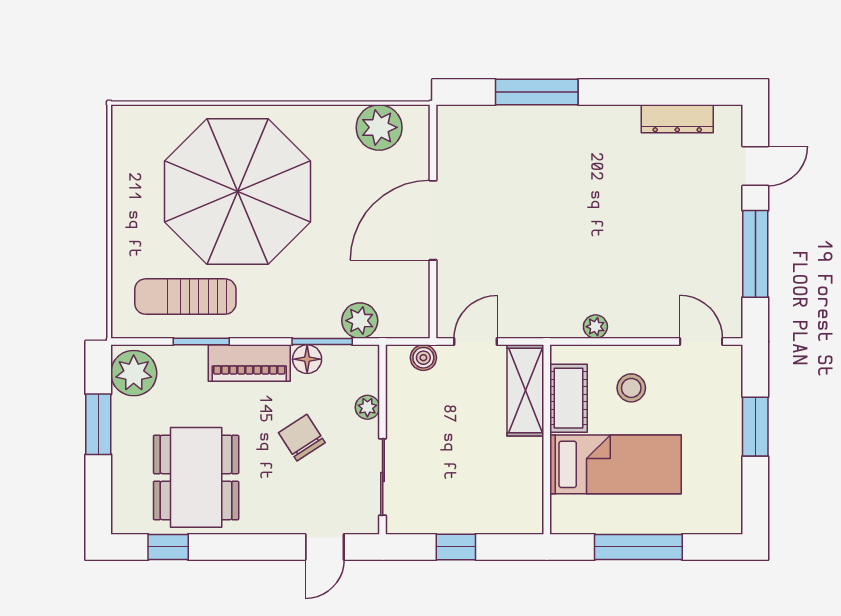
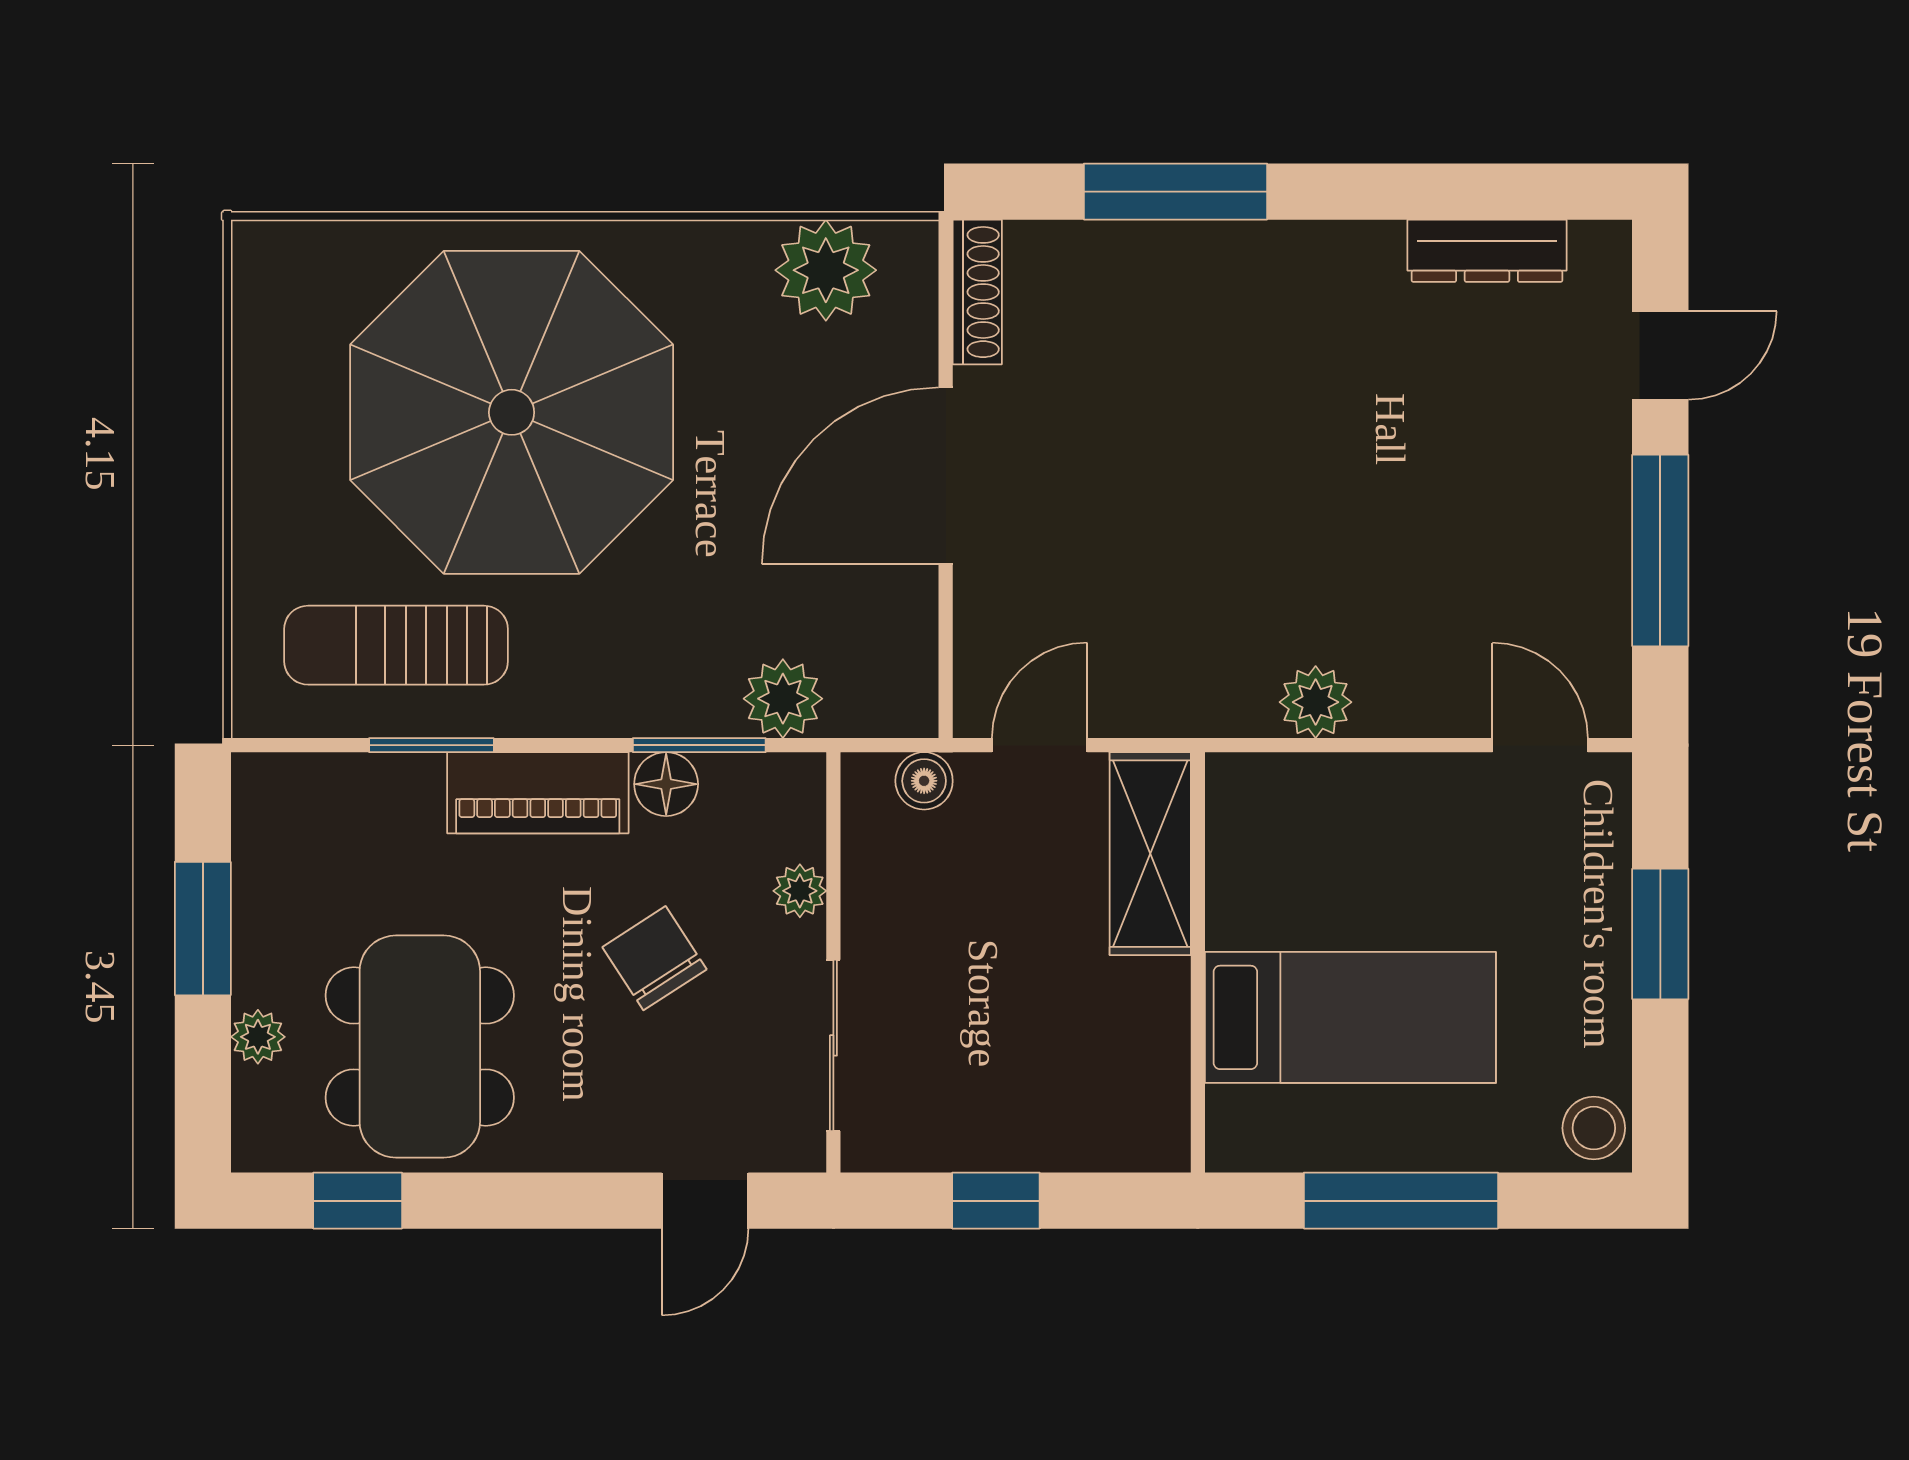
shoe rack: (447, 137) -> (977, 292), added
plant: (595, 327) -> (1316, 702), width x1.38, depth x1.38
plant: (134, 373) -> (258, 1037), moved, width x0.53, depth x0.53
stool: (631, 388) -> (1594, 1128), moved
cot: (568, 398) -> (1246, 871), removed

